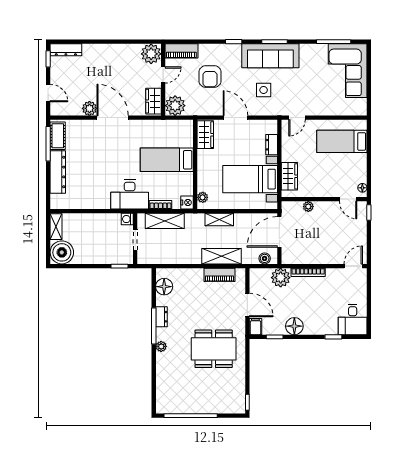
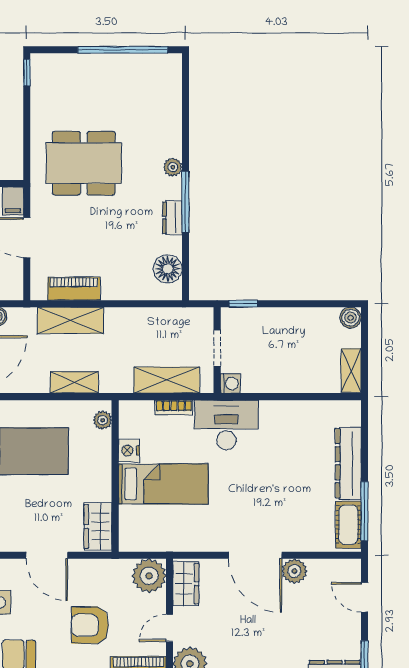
armchair: (210, 77) -> (90, 625), turned -90
nightstand: (187, 202) -> (129, 451), moved
boiler: (62, 252) -> (351, 318), width x0.54, depth x0.54

